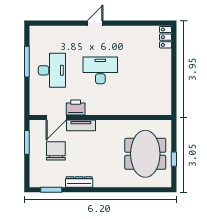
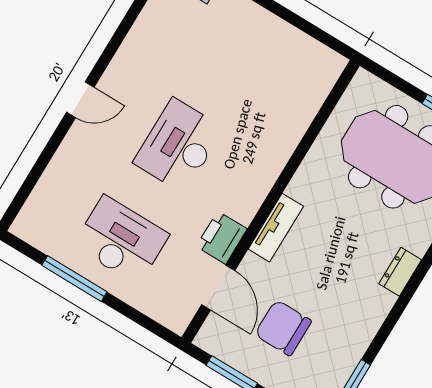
door: (95, 23) -> (80, 100), swing flipped
tv unit: (81, 125) -> (276, 228), moved
dresser: (79, 182) -> (400, 272), moved, width x0.70

